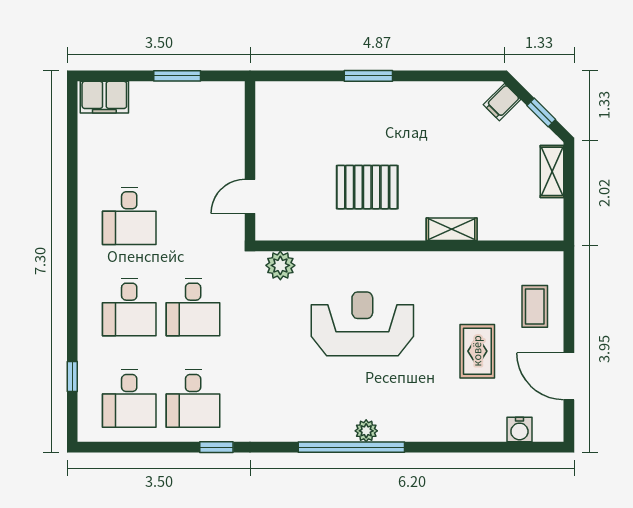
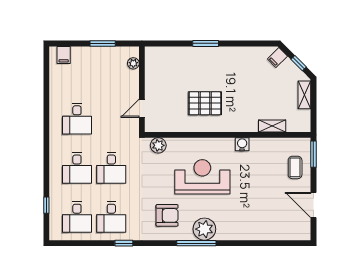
filing cabinet: (104, 97) -> (64, 55), width x0.50
plant: (234, 113) -> (133, 63), added
shelving: (452, 229) -> (272, 126), moved
window: (569, 282) -> (313, 154), added
rug: (477, 351) -> (264, 192), removed
armchair: (297, 396) -> (167, 215), added
water cooler: (519, 429) -> (242, 144), moved, turned 180
plant: (366, 431) -> (204, 229), width x1.87, depth x1.87
window: (351, 447) -> (196, 243), width x0.68

